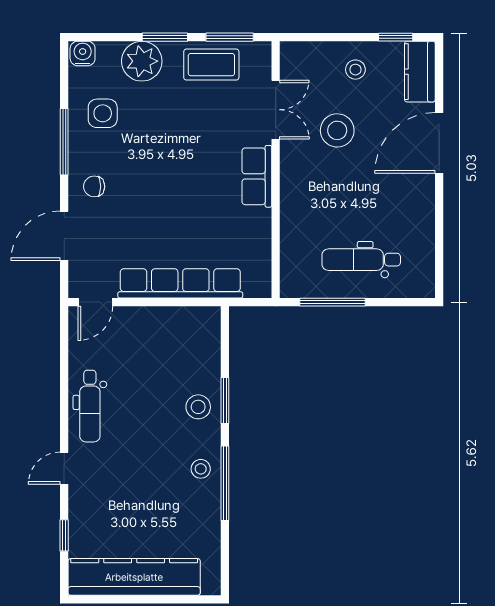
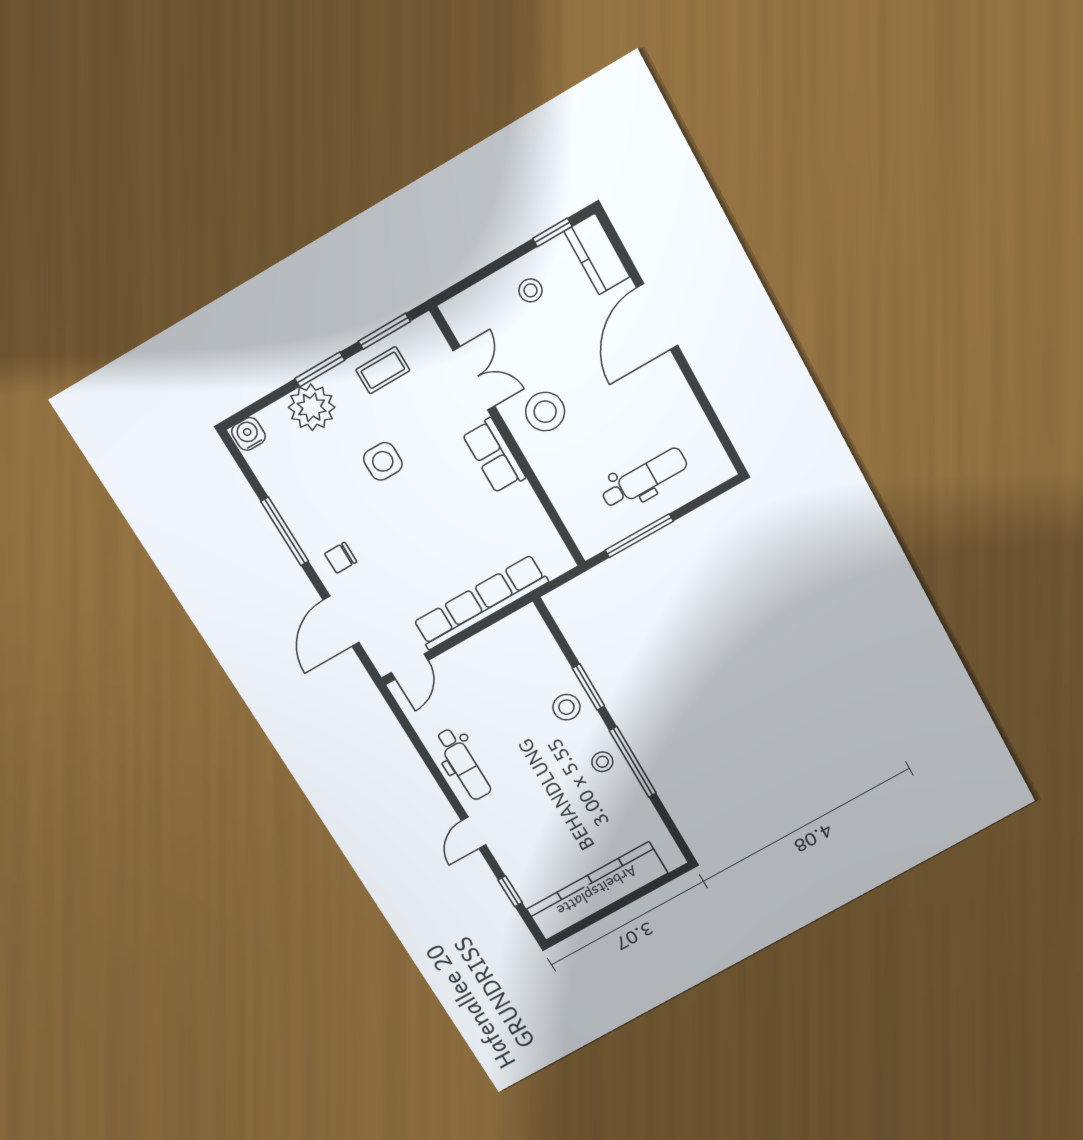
coffee table: (211, 65) -> (383, 370), width x0.73, depth x0.77
side table: (103, 113) -> (383, 461), moved
stool: (337, 130) -> (545, 412), moved
dental chair: (361, 260) -> (644, 478), turned 180

